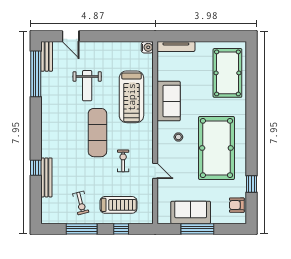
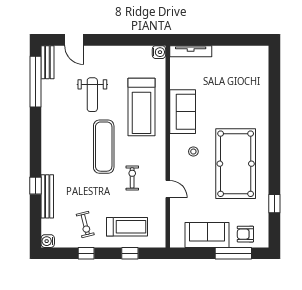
pool table: (227, 73) -> (248, 81), removed
armchair: (237, 205) -> (245, 234), moved
water cooler: (47, 218) -> (48, 241), added
window: (82, 229) -> (86, 253), width x0.46
window: (197, 229) -> (233, 253), moved

